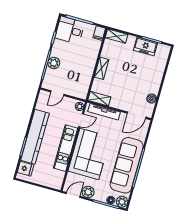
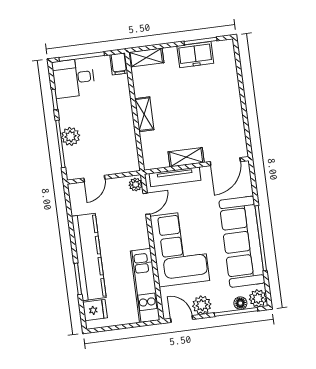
shelving: (99, 99) -> (186, 157), moved
boiler: (152, 99) -> (237, 128), removed
kitchen unit: (66, 148) -> (145, 285), moved
door: (73, 195) -> (182, 319), hinge flipped

